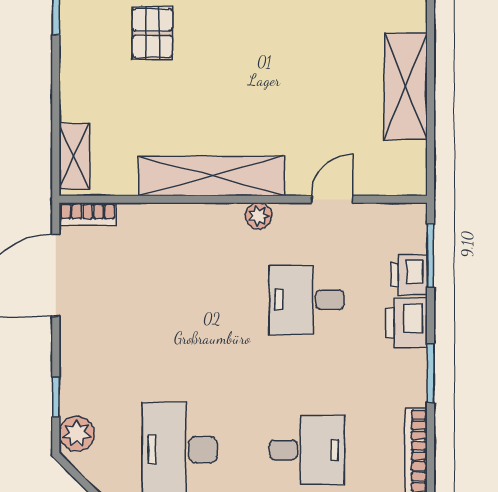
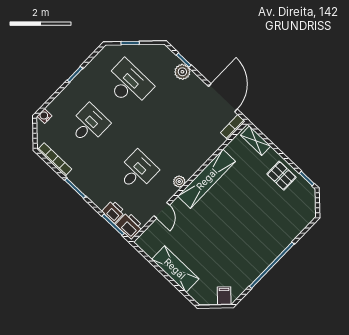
pallet: (152, 33) -> (281, 176), moved
printer: (406, 323) -> (130, 226), moved
plant: (77, 433) -> (182, 72), moved
desk: (307, 450) -> (89, 125), turned 180

